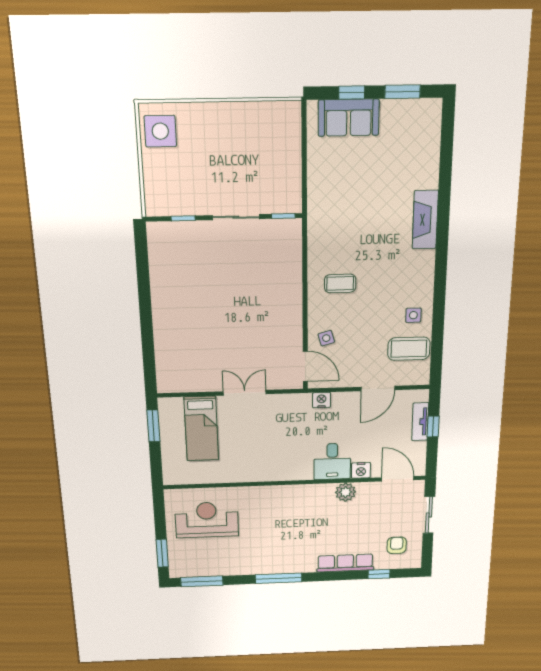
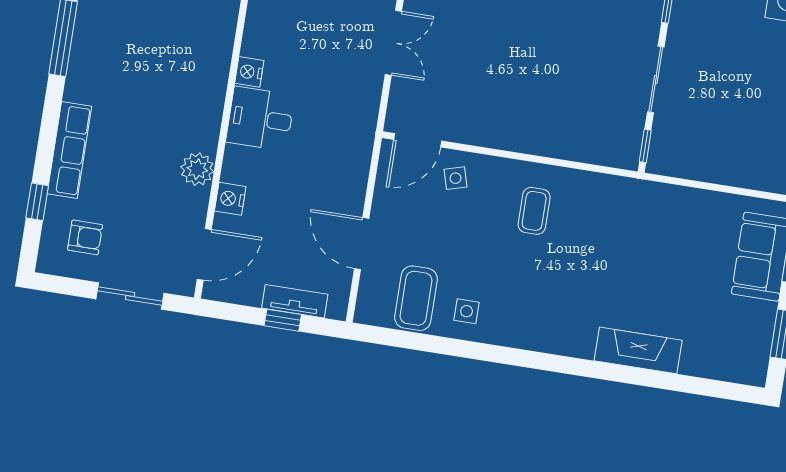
fireplace: (425, 220) -> (638, 350), moved
nightstand: (322, 400) -> (249, 72), moved, turned 180
desk: (332, 461) -> (260, 119), moved

